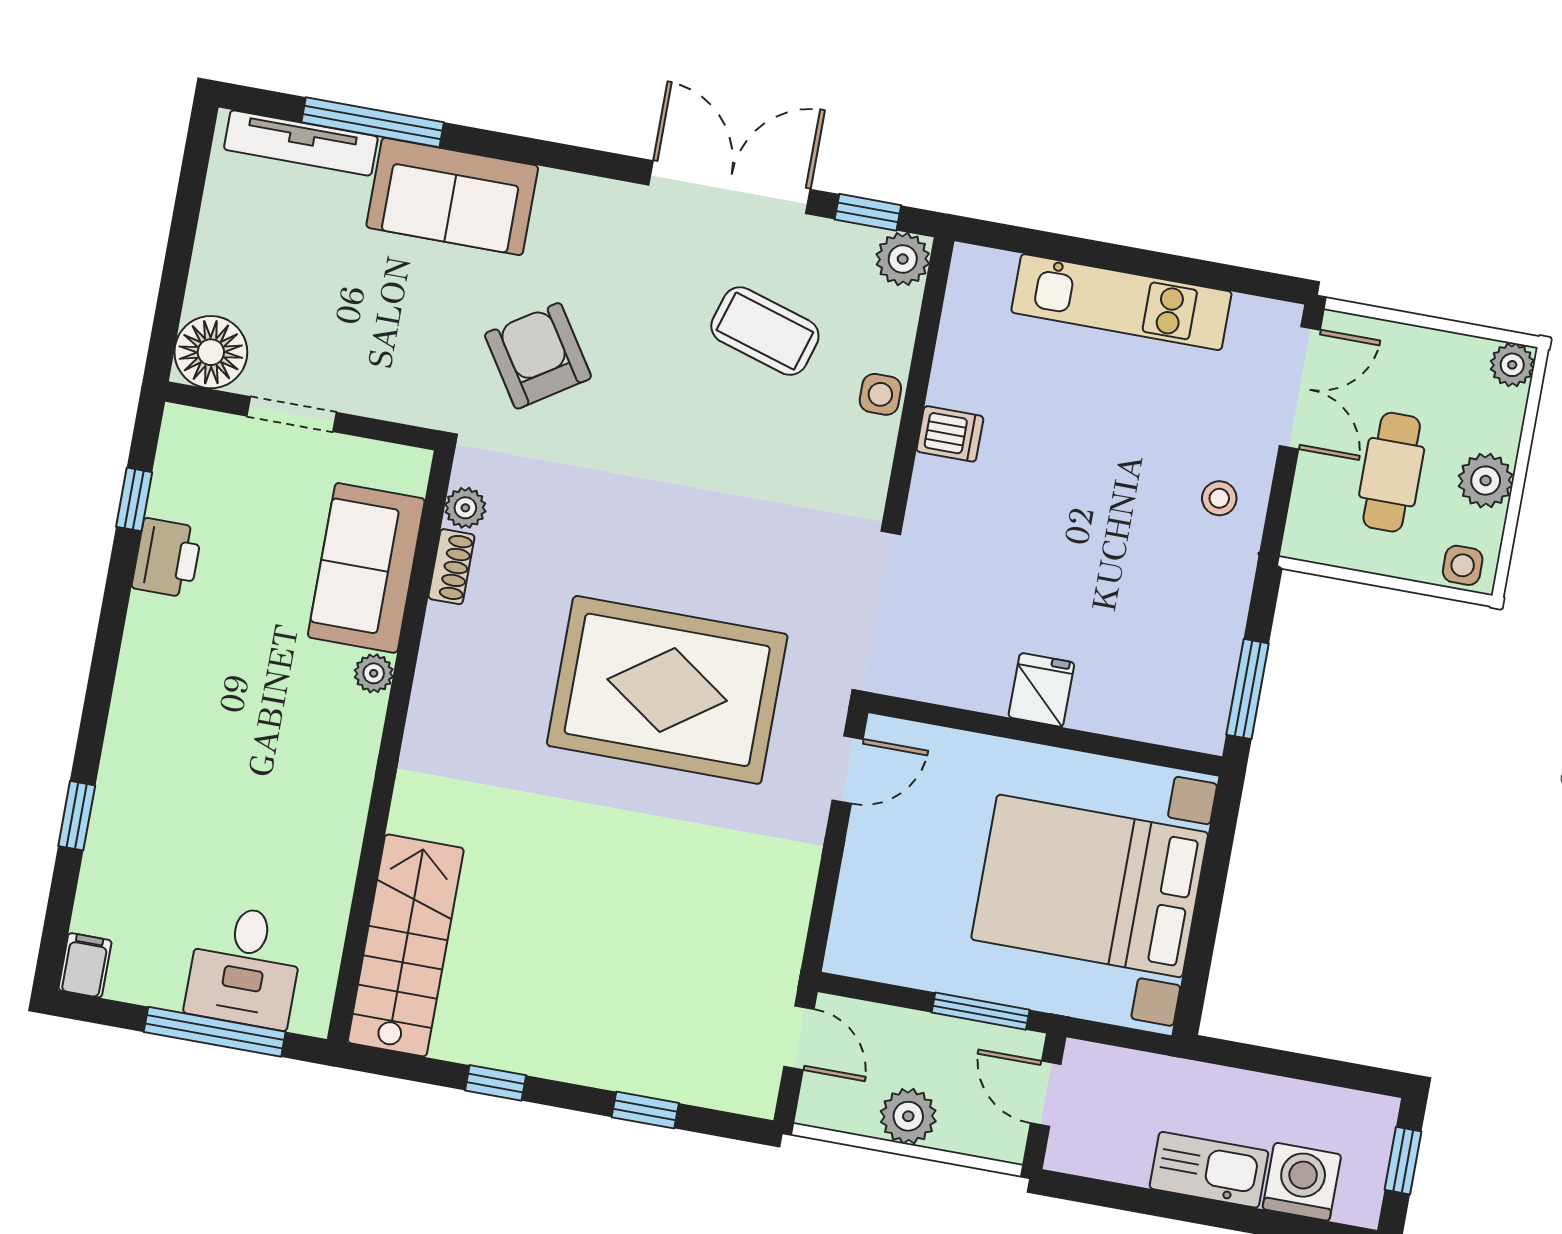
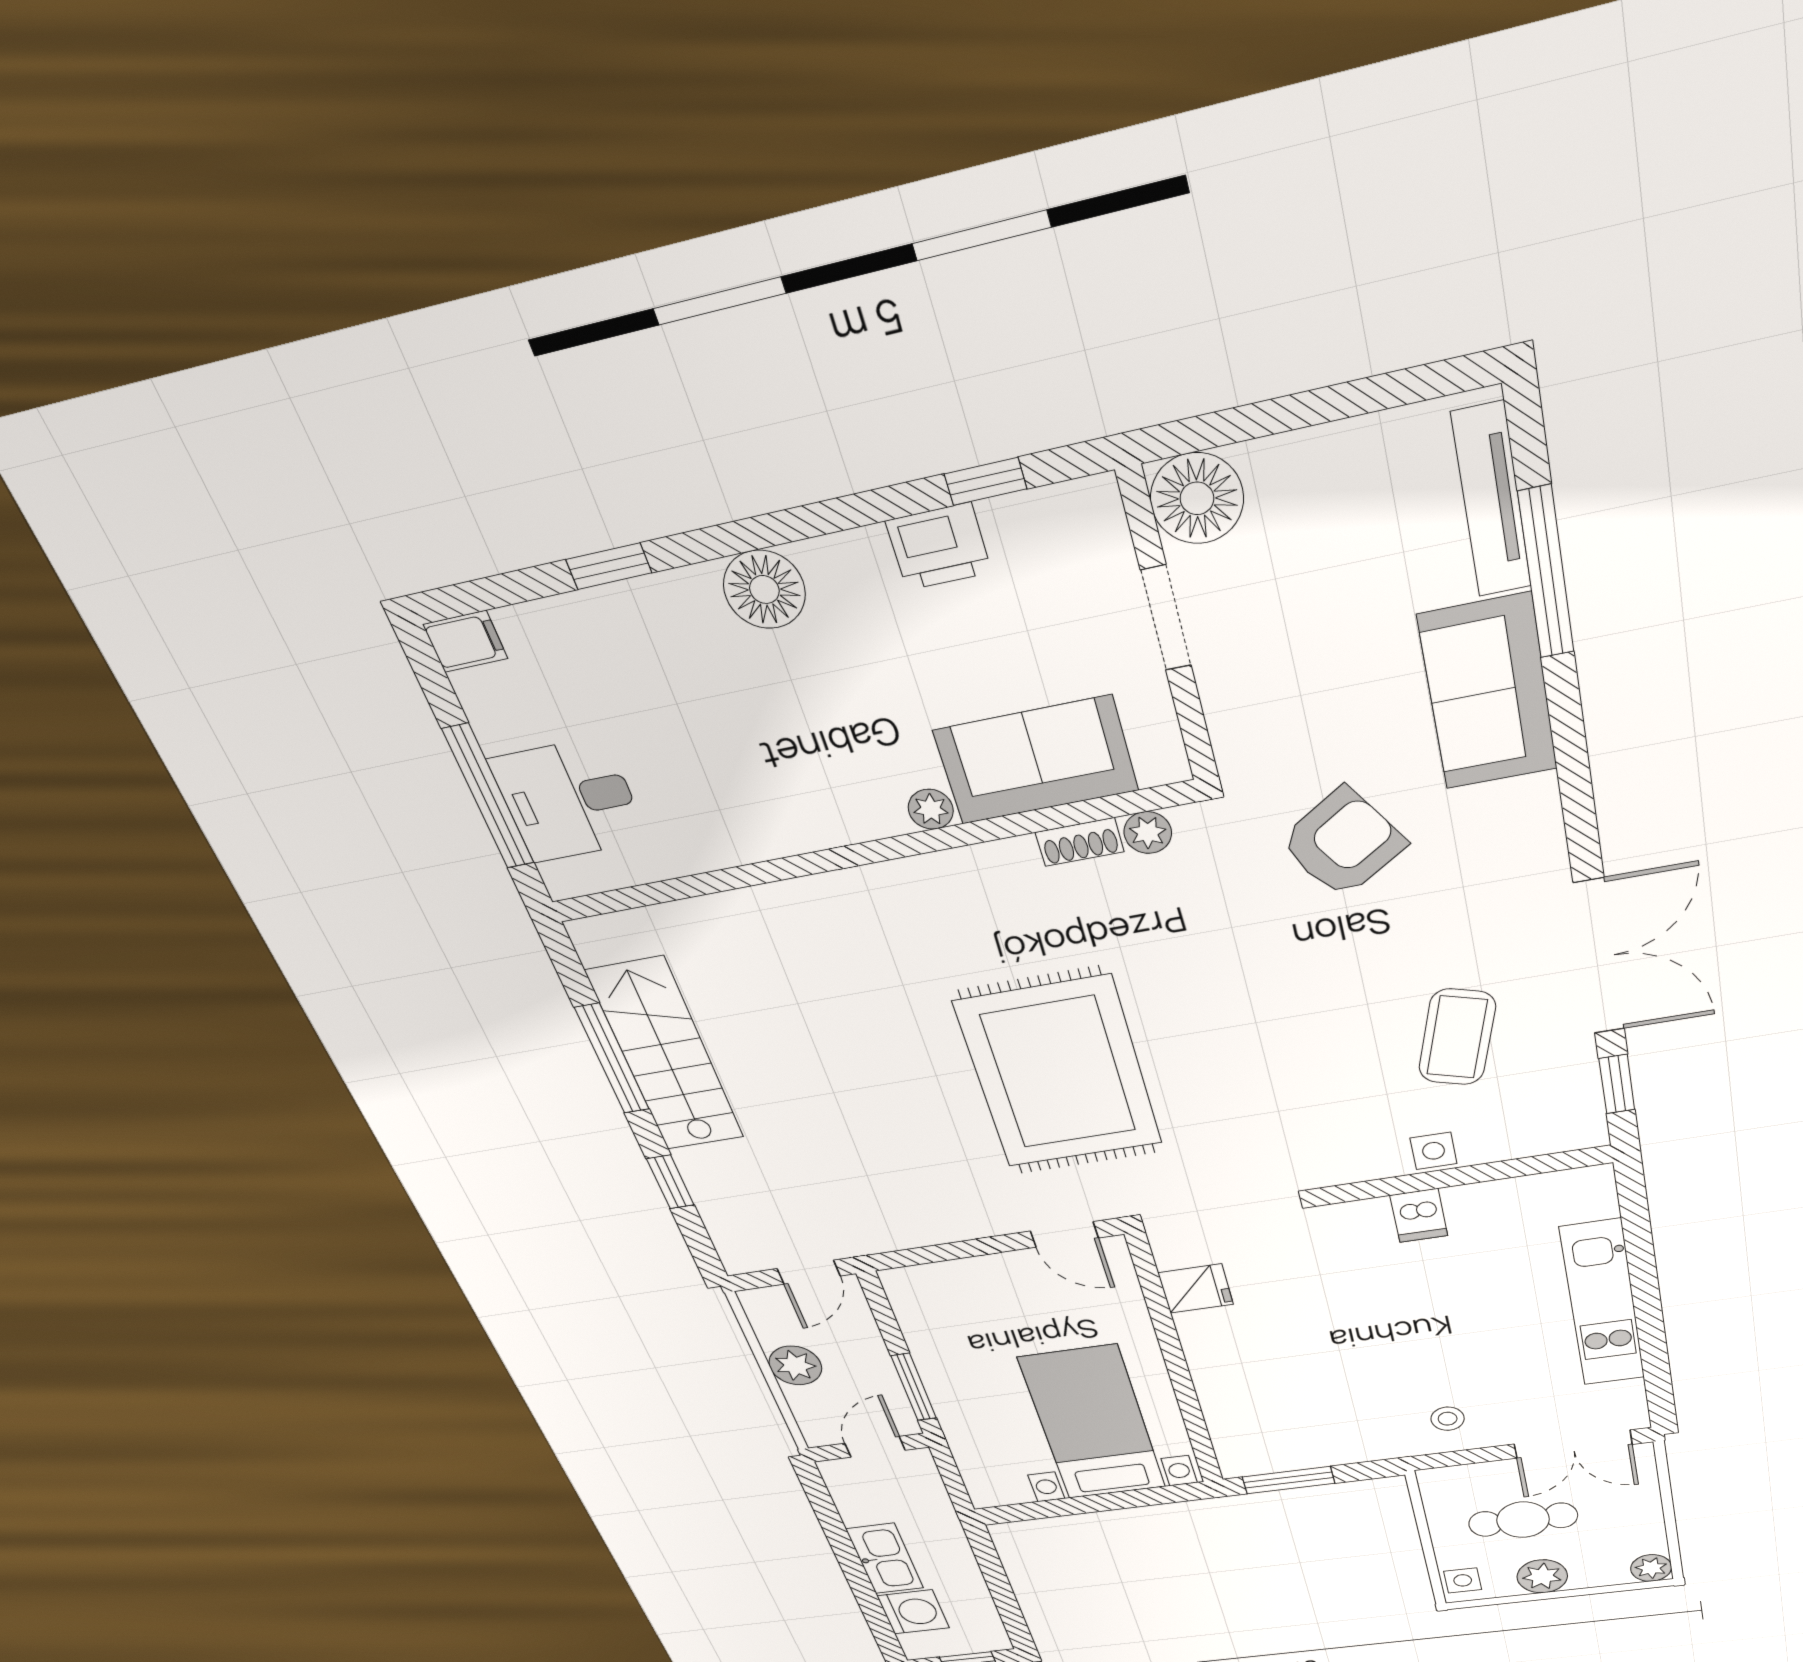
plant: (903, 259) -> (1579, 1127), removed
fridge: (1041, 690) -> (1196, 1289), moved
floor lamp: (144, 707) -> (764, 589), added
bed with nightstands: (1090, 886) -> (1093, 1423), width x0.73
stairs: (406, 945) -> (666, 1055), moved, turned -90
window: (496, 1083) -> (612, 1059), width x2.17

